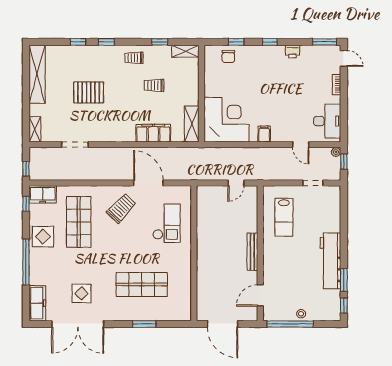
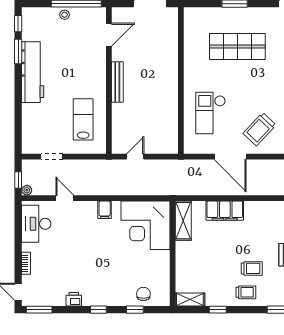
trolley: (154, 85) -> (252, 268), moved

